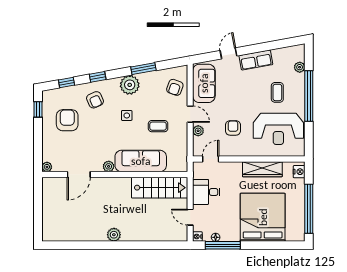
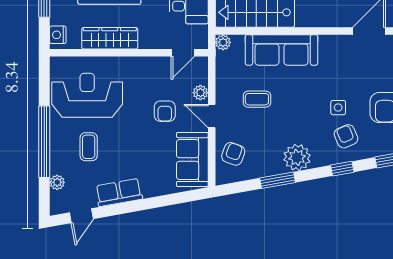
door: (228, 53) -> (81, 216), moved
side table: (127, 115) -> (338, 108), moved
armchair: (233, 128) -> (165, 111), moved
plant: (109, 166) -> (223, 42), moved

